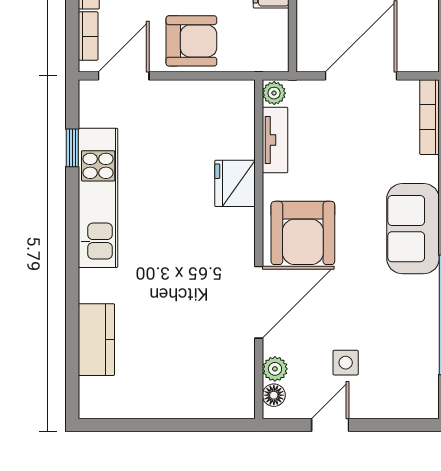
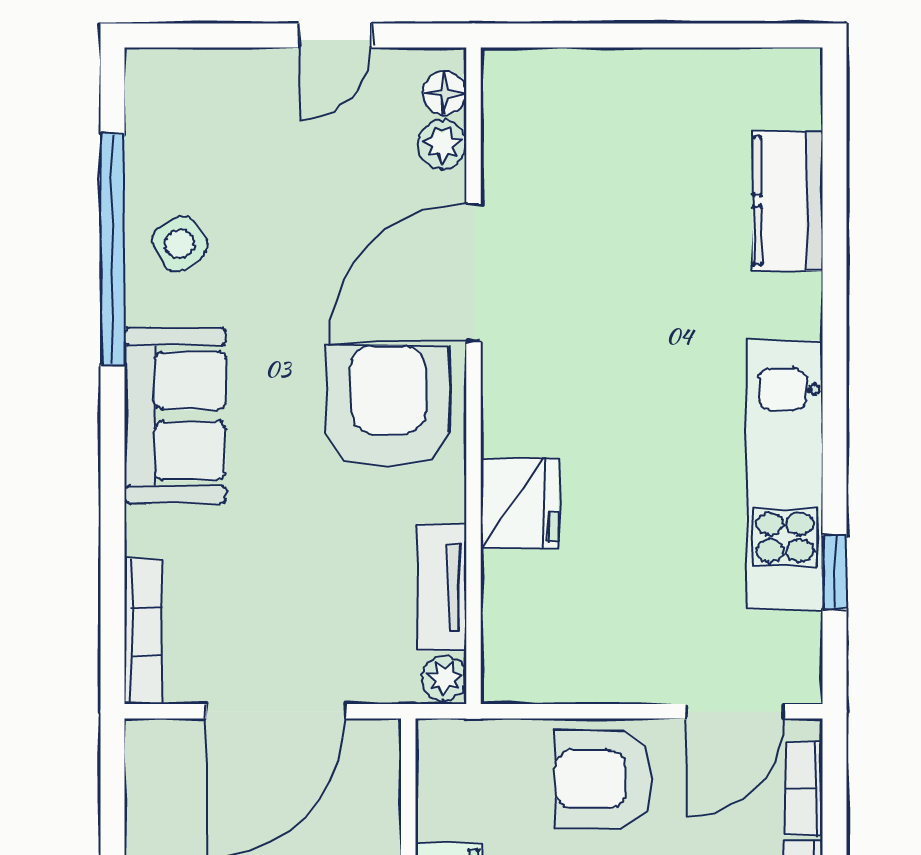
side table: (346, 363) -> (180, 244), moved, turned -33

